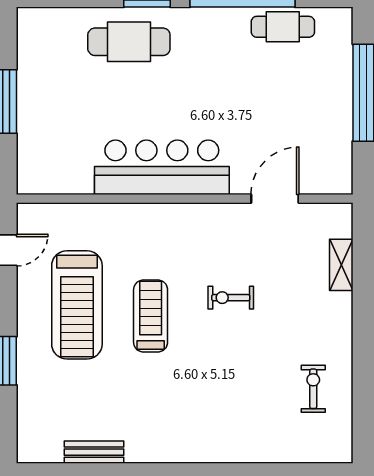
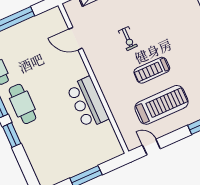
cafe table: (129, 42) -> (22, 104), moved
bar counter: (162, 167) -> (88, 103), width x0.73

